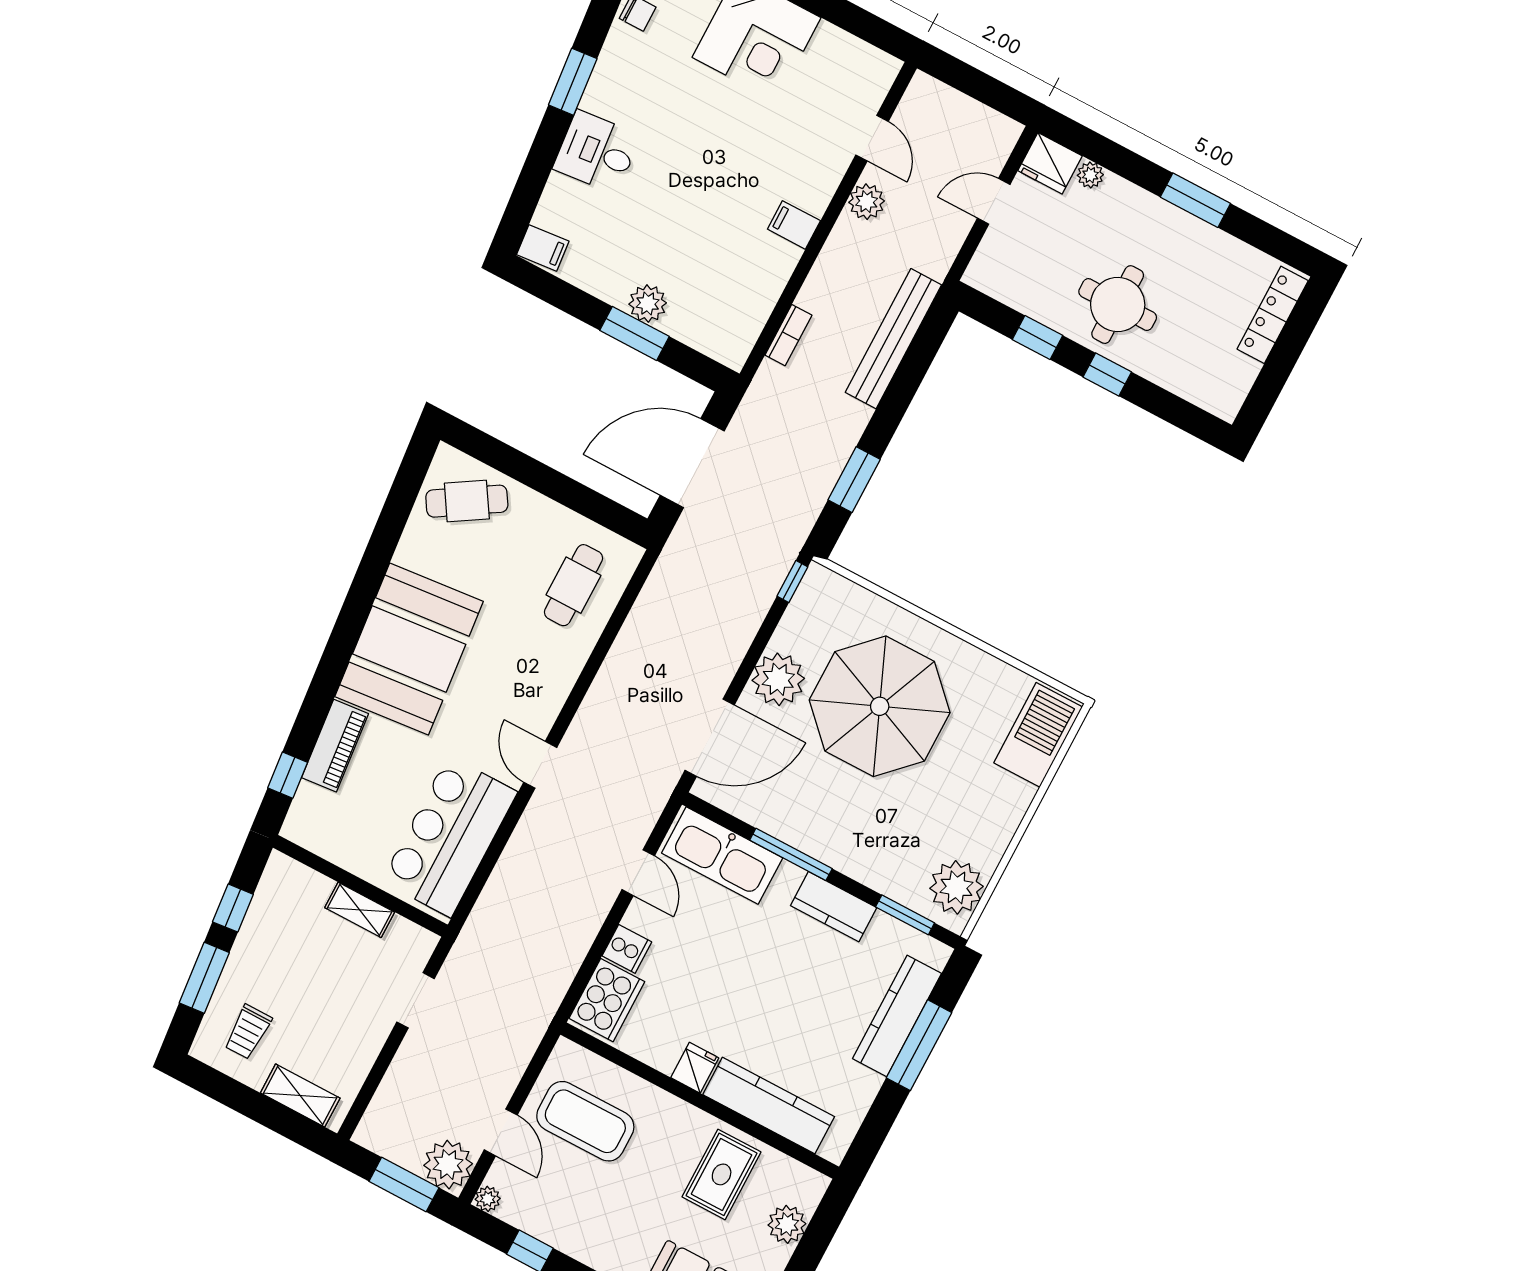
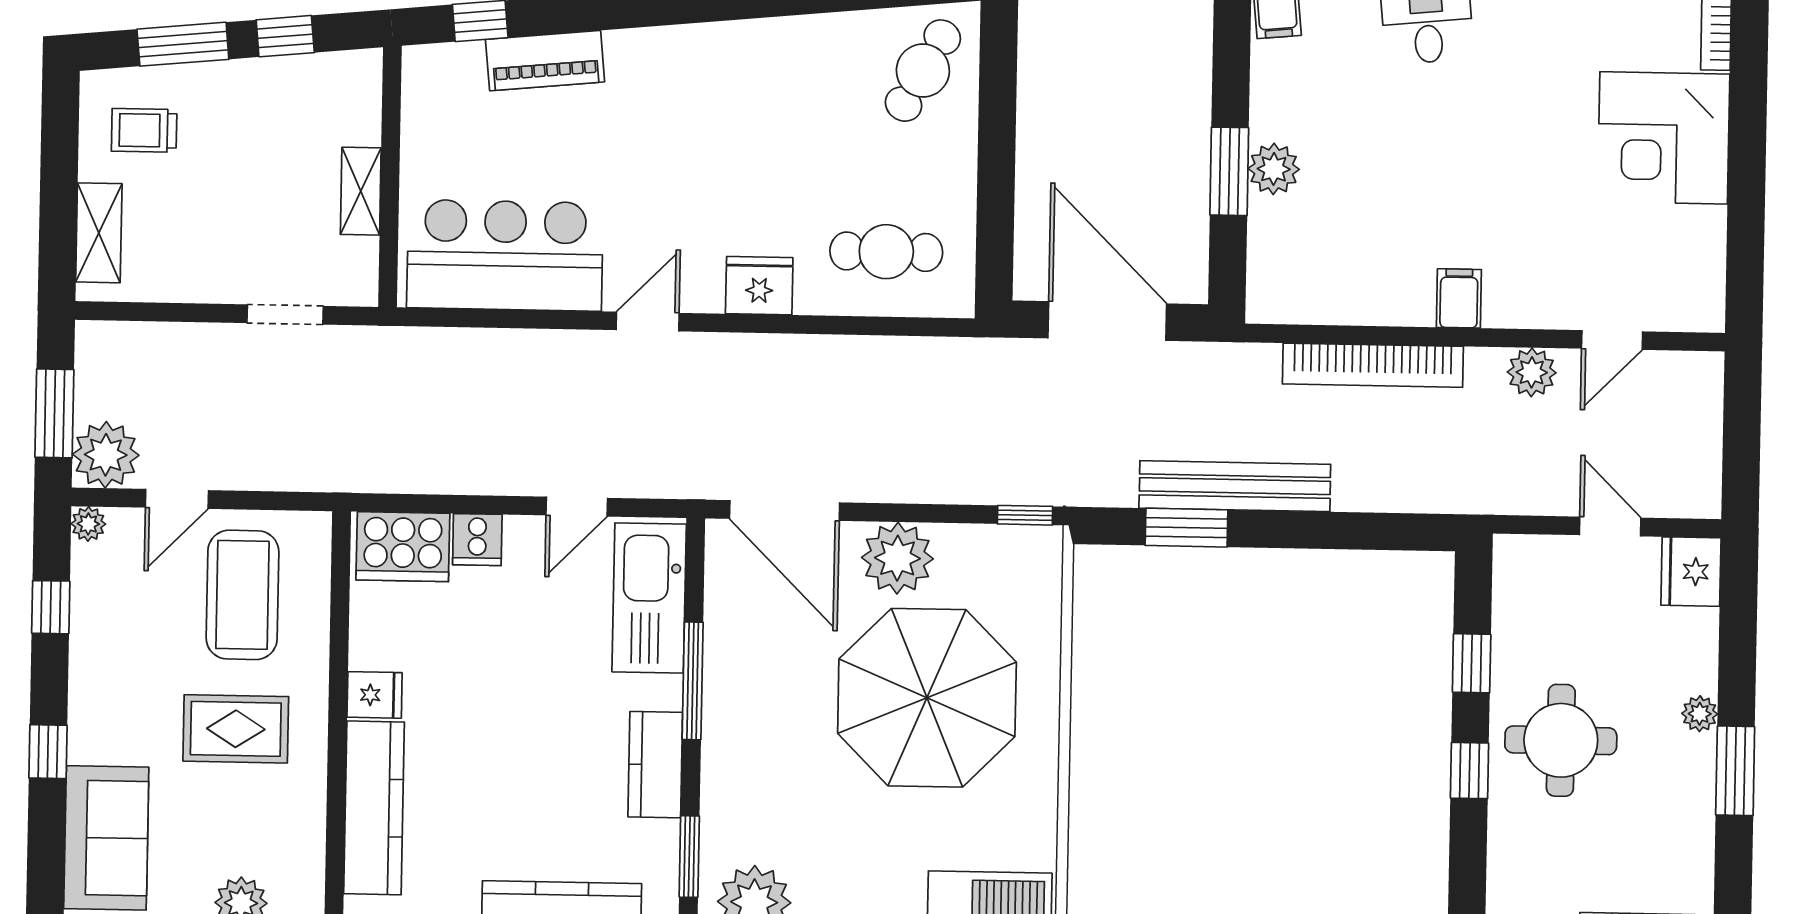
plant: (1090, 175) -> (1700, 714), moved
bookcase: (788, 335) -> (1373, 365), width x2.31, depth x1.31
bench: (893, 339) -> (1235, 486), moved
cafe table: (467, 501) -> (923, 71), turned 61
booth: (409, 649) -> (708, 91), removed
fridge: (554, 680) -> (759, 286), added
rug: (722, 1174) -> (236, 729), moved

